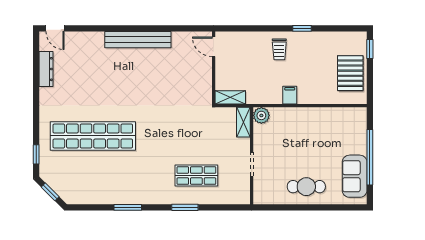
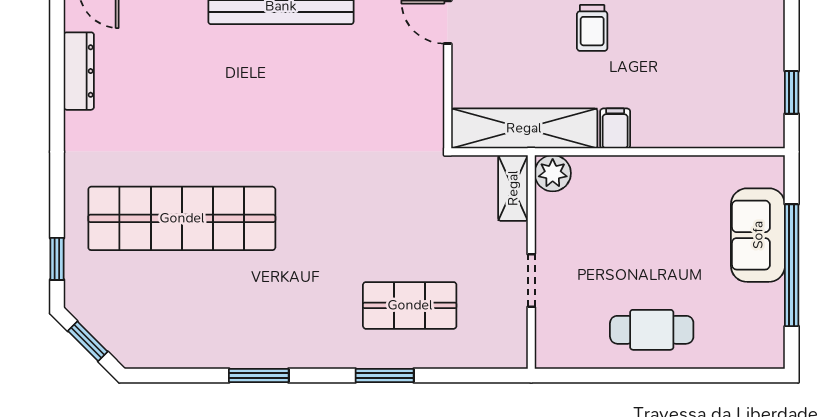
window: (370, 49) -> (792, 92), moved
pallet: (350, 73) -> (748, 80), removed
shelving: (230, 97) -> (524, 128), width x2.20, depth x1.33
sofa: (355, 176) -> (758, 235), moved

